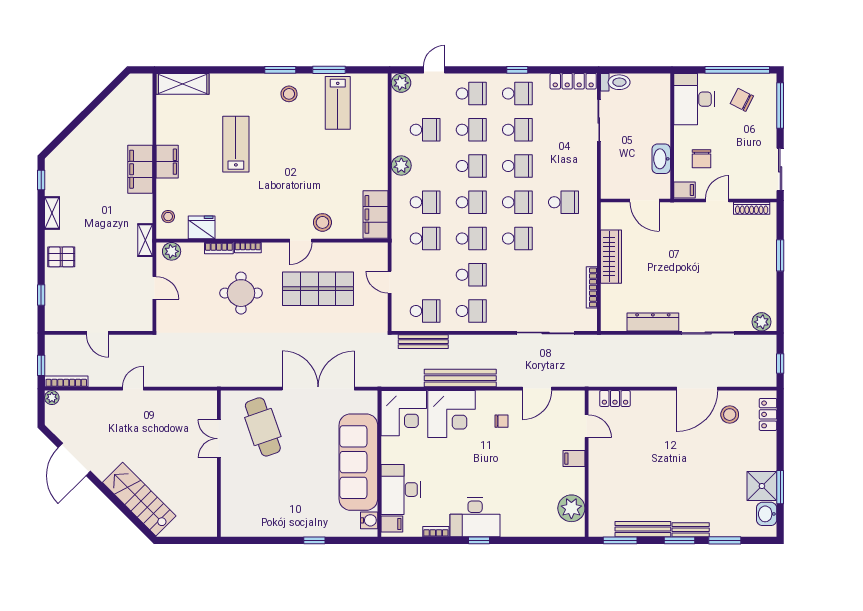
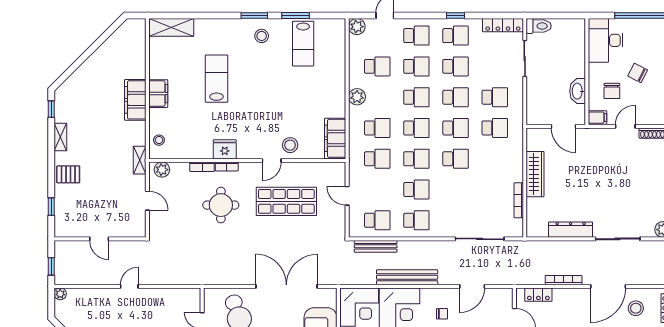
chair: (742, 100) -> (638, 73), moved
school desk: (563, 166) -> (495, 97), added
fridge: (202, 227) -> (225, 149), moved
bookcase: (66, 381) -> (564, 280), moved

